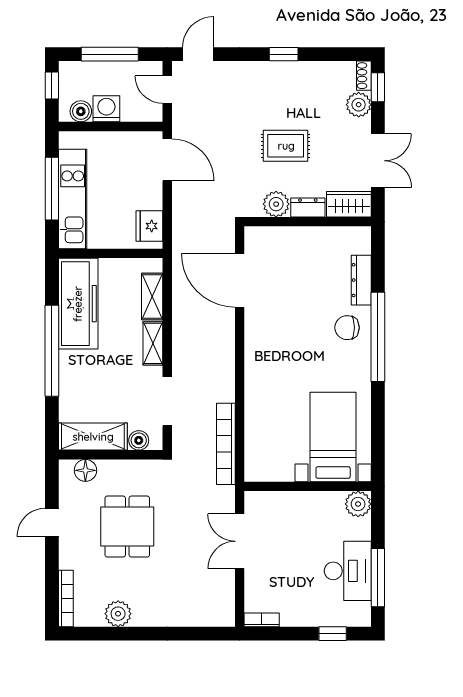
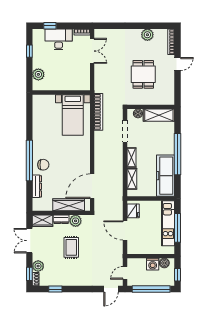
window: (110, 54) -> (151, 289), width x1.46
window: (284, 54) -> (55, 289), moved
door: (167, 90) -> (125, 273), swing flipped
rug: (286, 146) -> (71, 247), turned 90
door: (167, 160) -> (125, 231), moved
wardrobe: (291, 240) -> (69, 205), added
door: (240, 280) -> (92, 186), swing flipped
bed with nightstands: (333, 437) -> (73, 115), moved
floor lamp: (85, 470) -> (162, 100), removed
plant: (358, 504) -> (38, 74), moved
door: (52, 522) -> (177, 64), moved
double door: (240, 541) -> (92, 51), moved
desk: (348, 571) -> (59, 39), moved, turned 90
window: (378, 578) -> (29, 51), width x0.46

